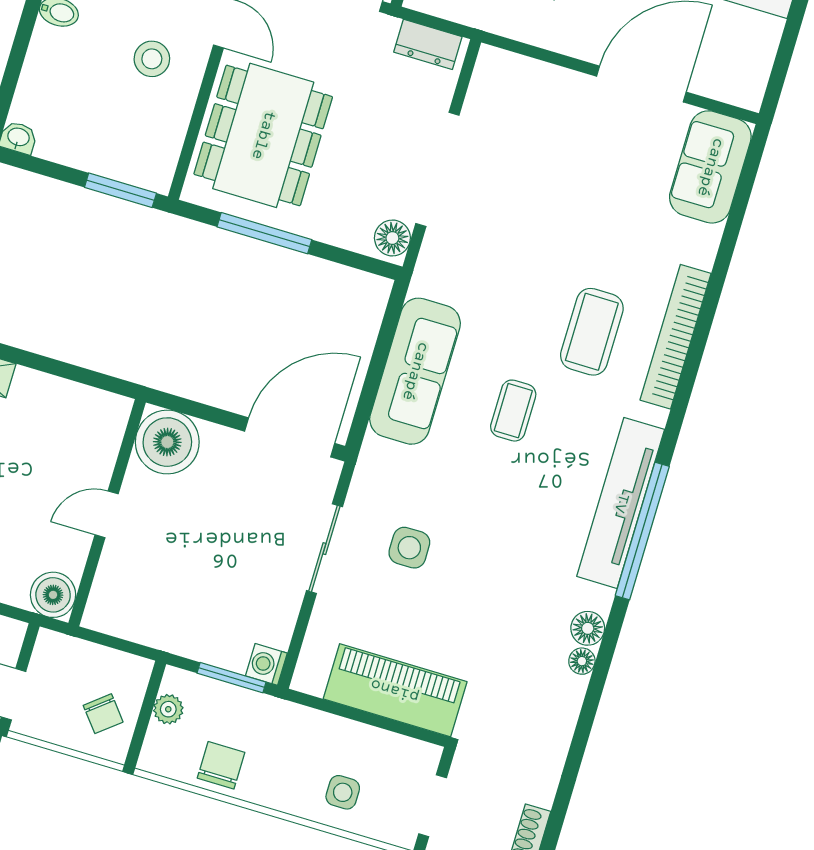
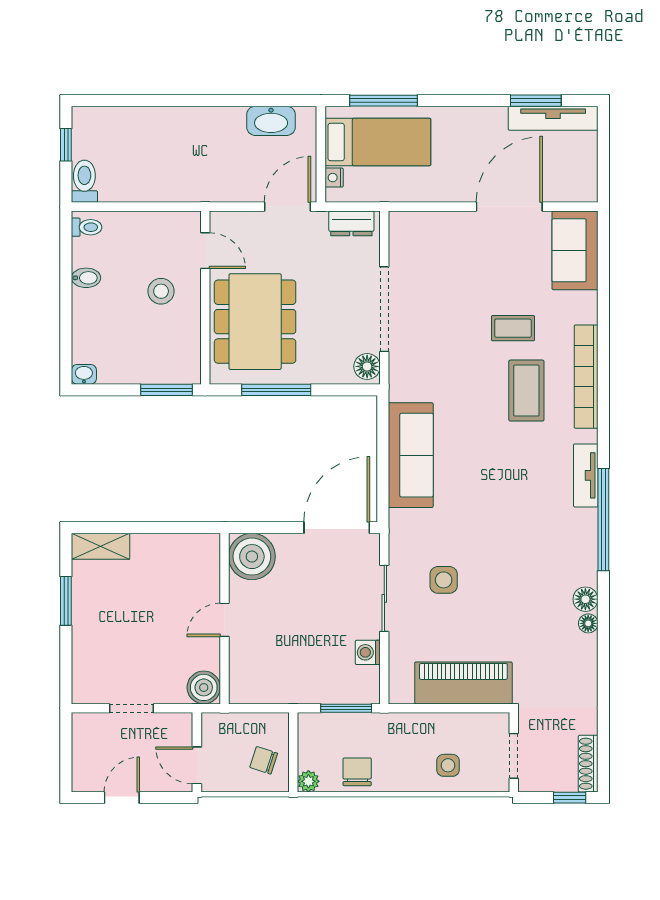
coffee table: (513, 411) -> (513, 328), moved, turned 90
tv unit: (621, 503) -> (586, 475), width x0.52, depth x0.78
washing machine: (266, 664) -> (368, 652), moved
plant: (168, 709) -> (308, 781), moved
chair: (103, 714) -> (264, 760), turned 147

